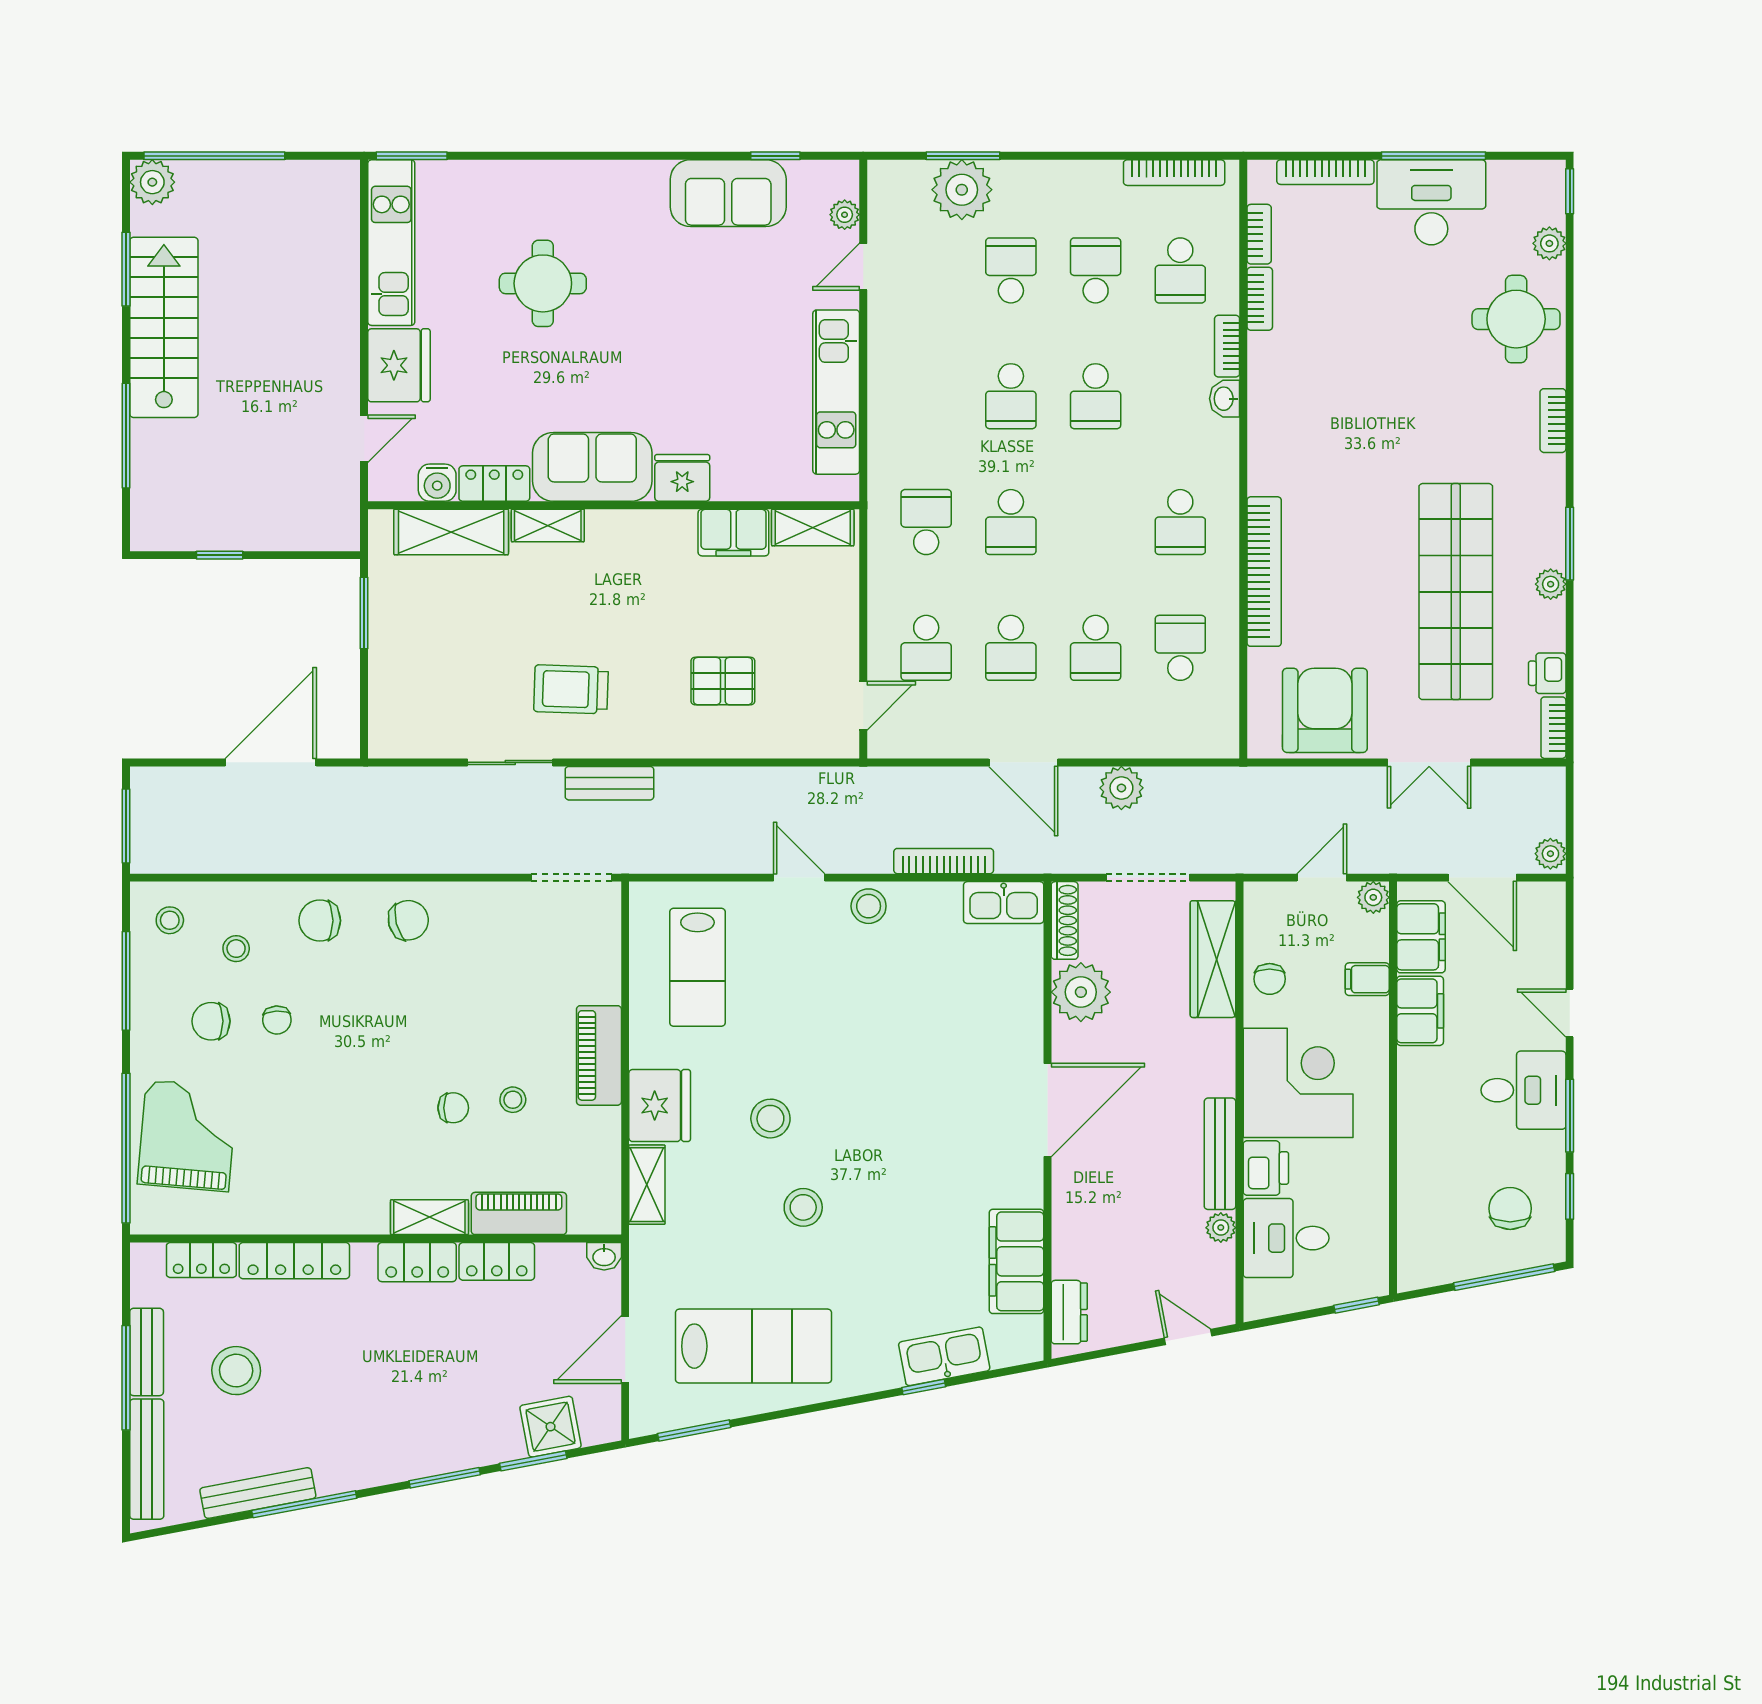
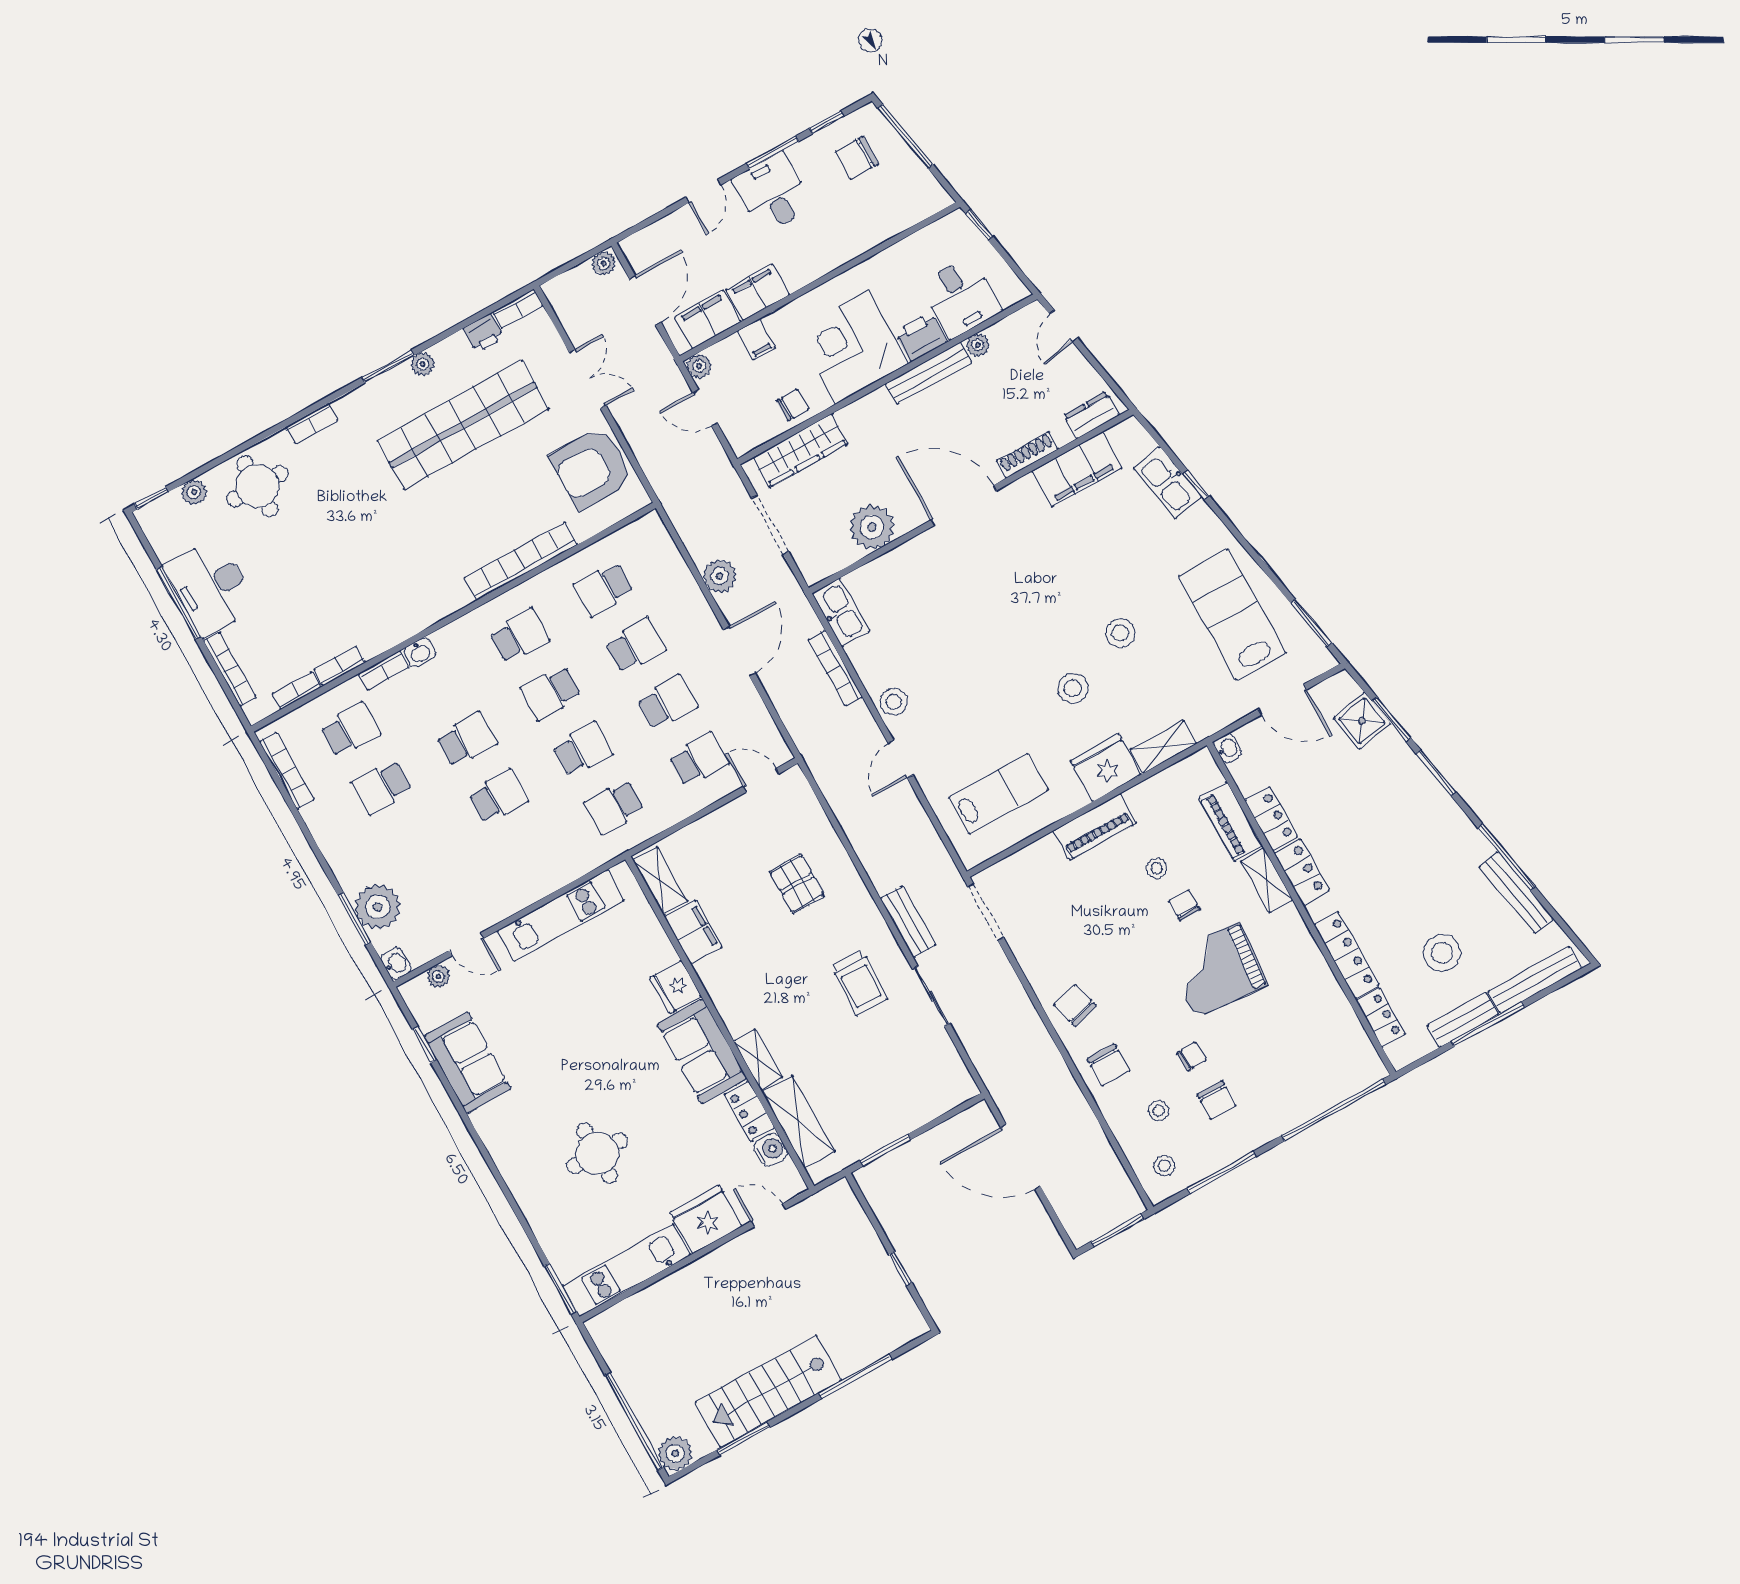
washbasin: (886, 175) -> (396, 963), added
school desk: (1011, 270) -> (551, 693), moved
shoe rack: (1065, 920) -> (1027, 455), moved
grand piano: (187, 1136) -> (1217, 970), moved

